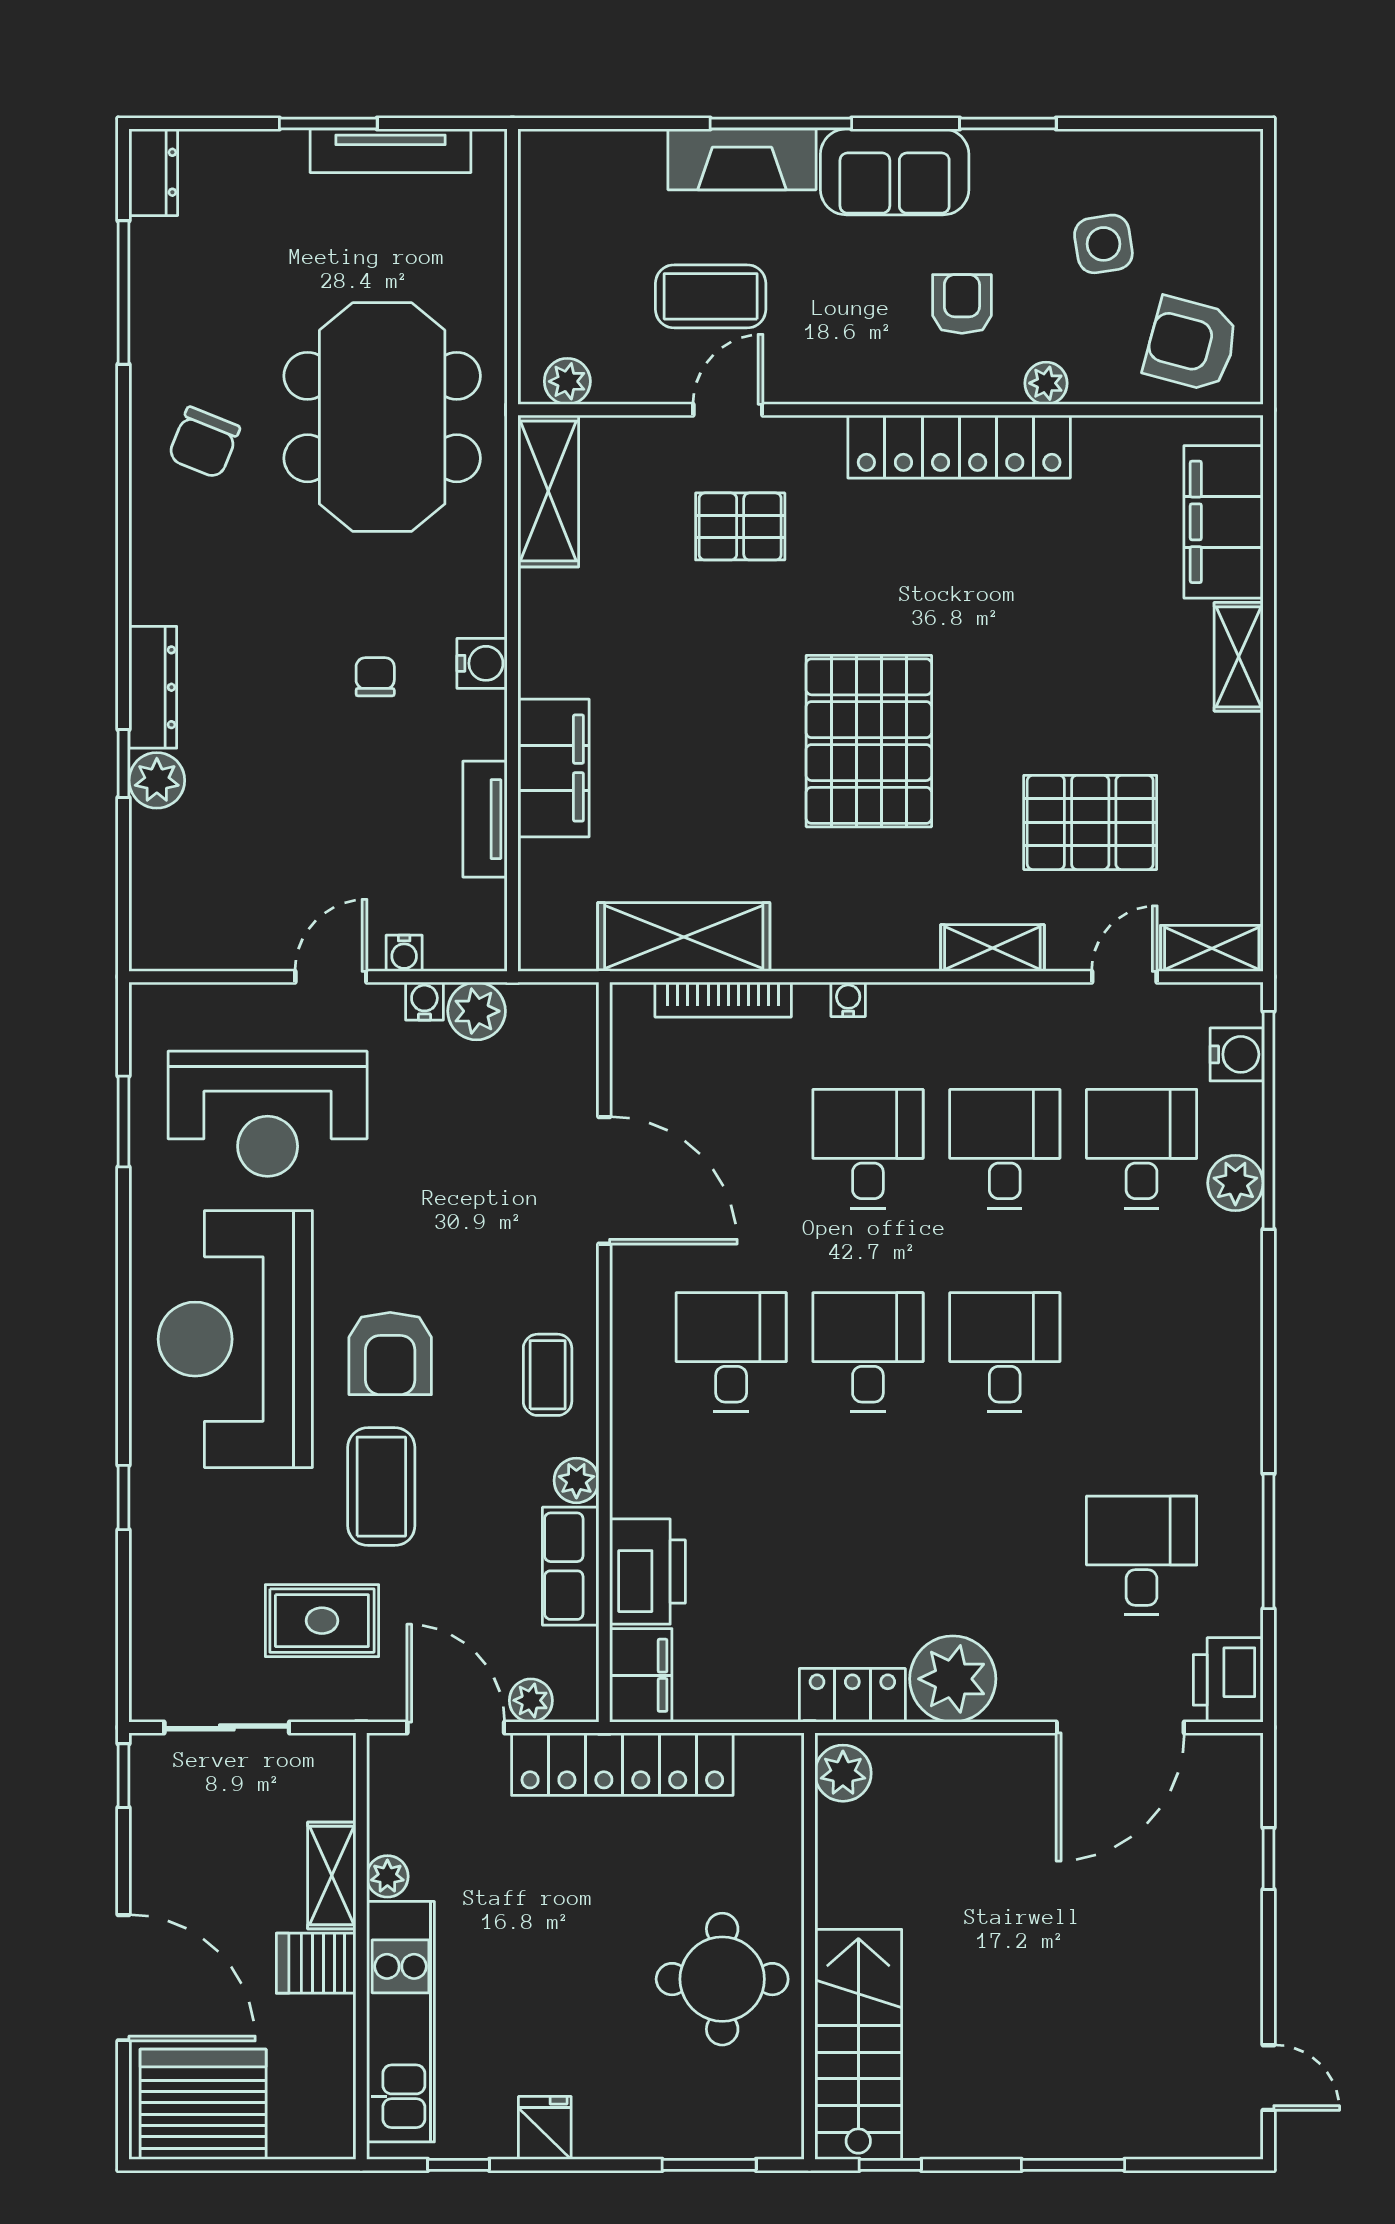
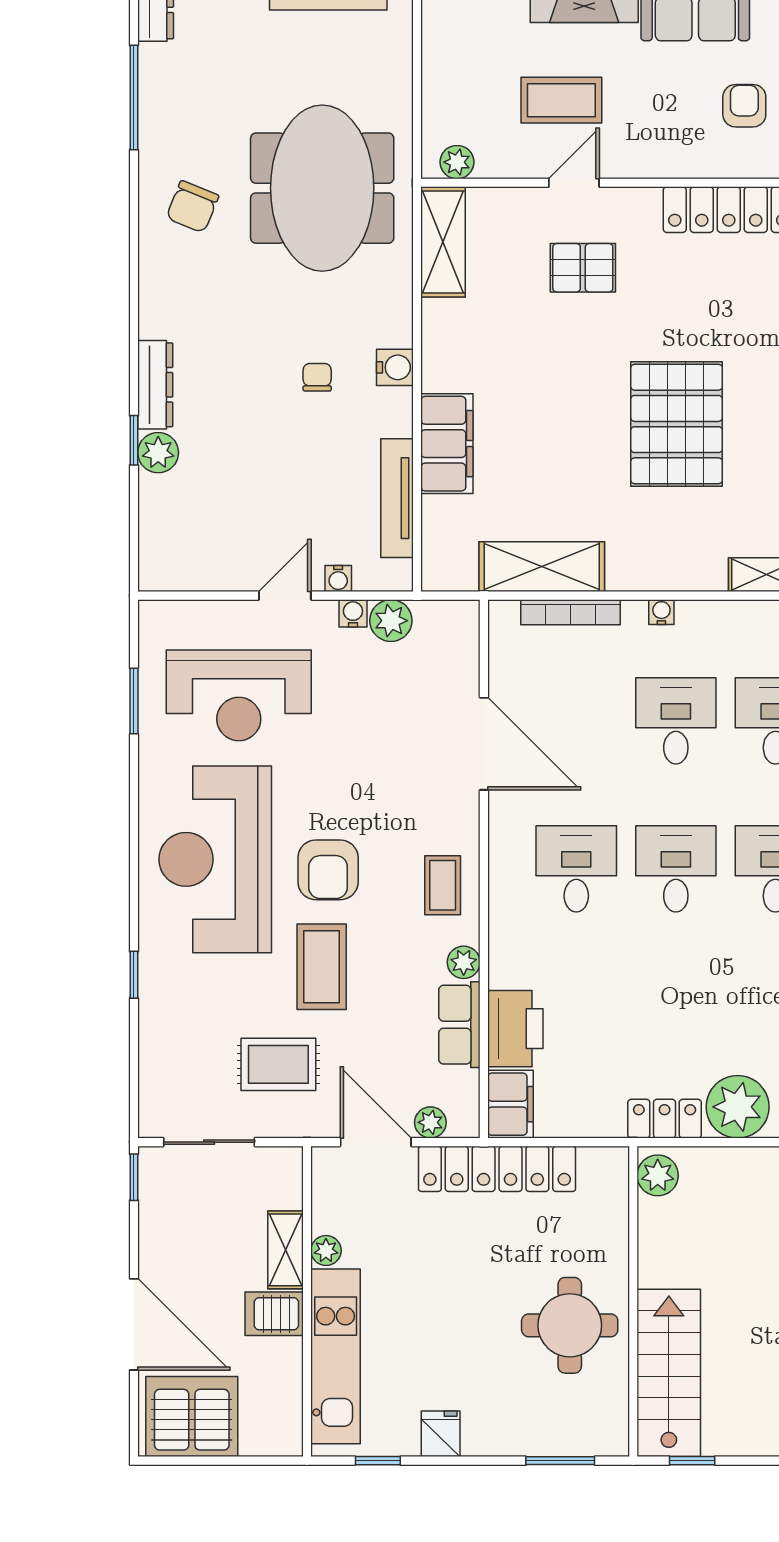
tv unit: (485, 819) -> (397, 498), width x1.41

